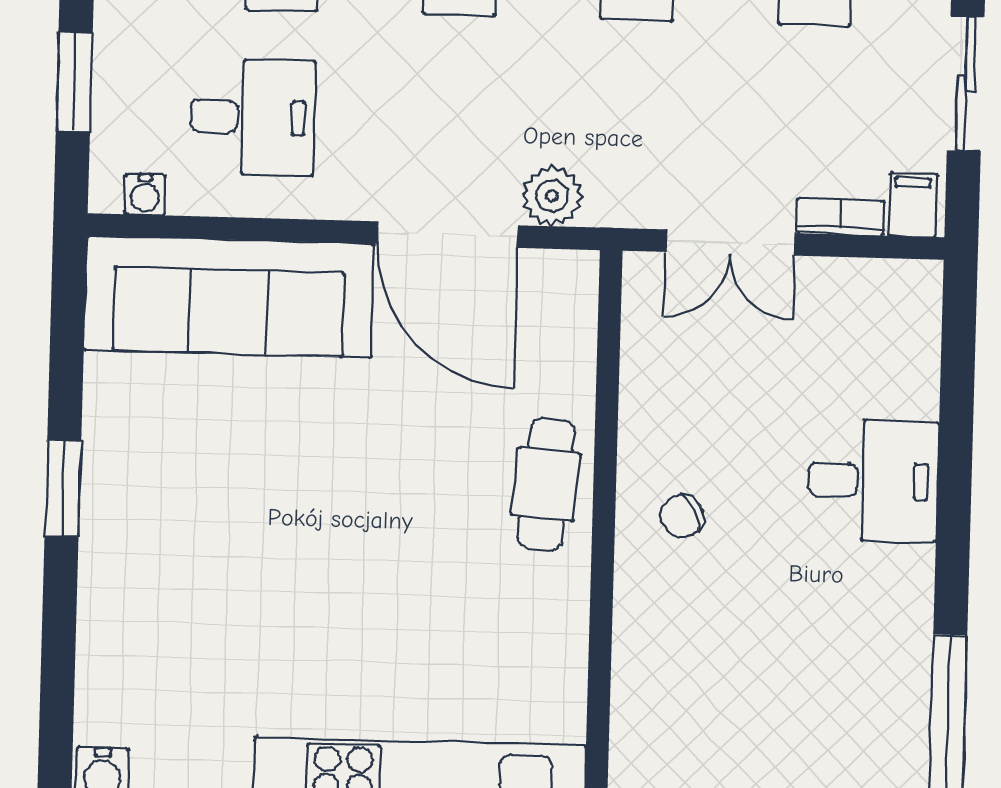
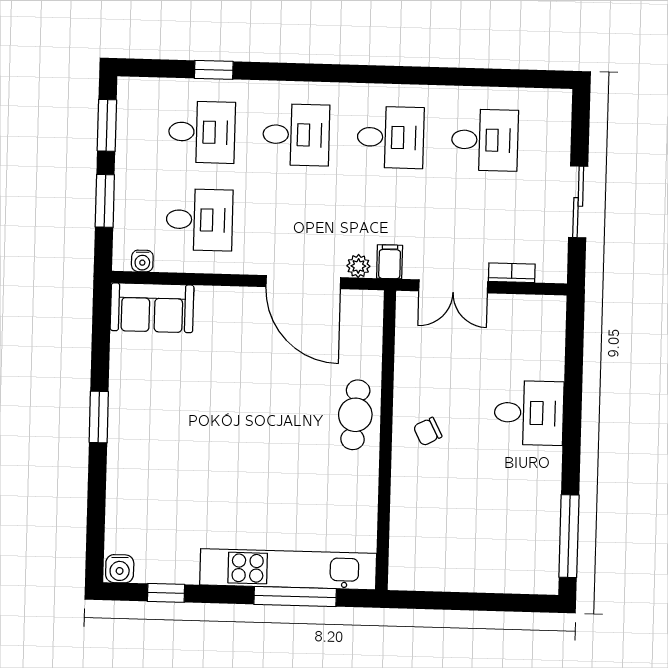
plant: (552, 196) -> (358, 266), width x0.73, depth x0.73
filing cabinet: (913, 205) -> (390, 262), moved
sofa: (229, 297) -> (152, 308), width x0.54, depth x0.79

